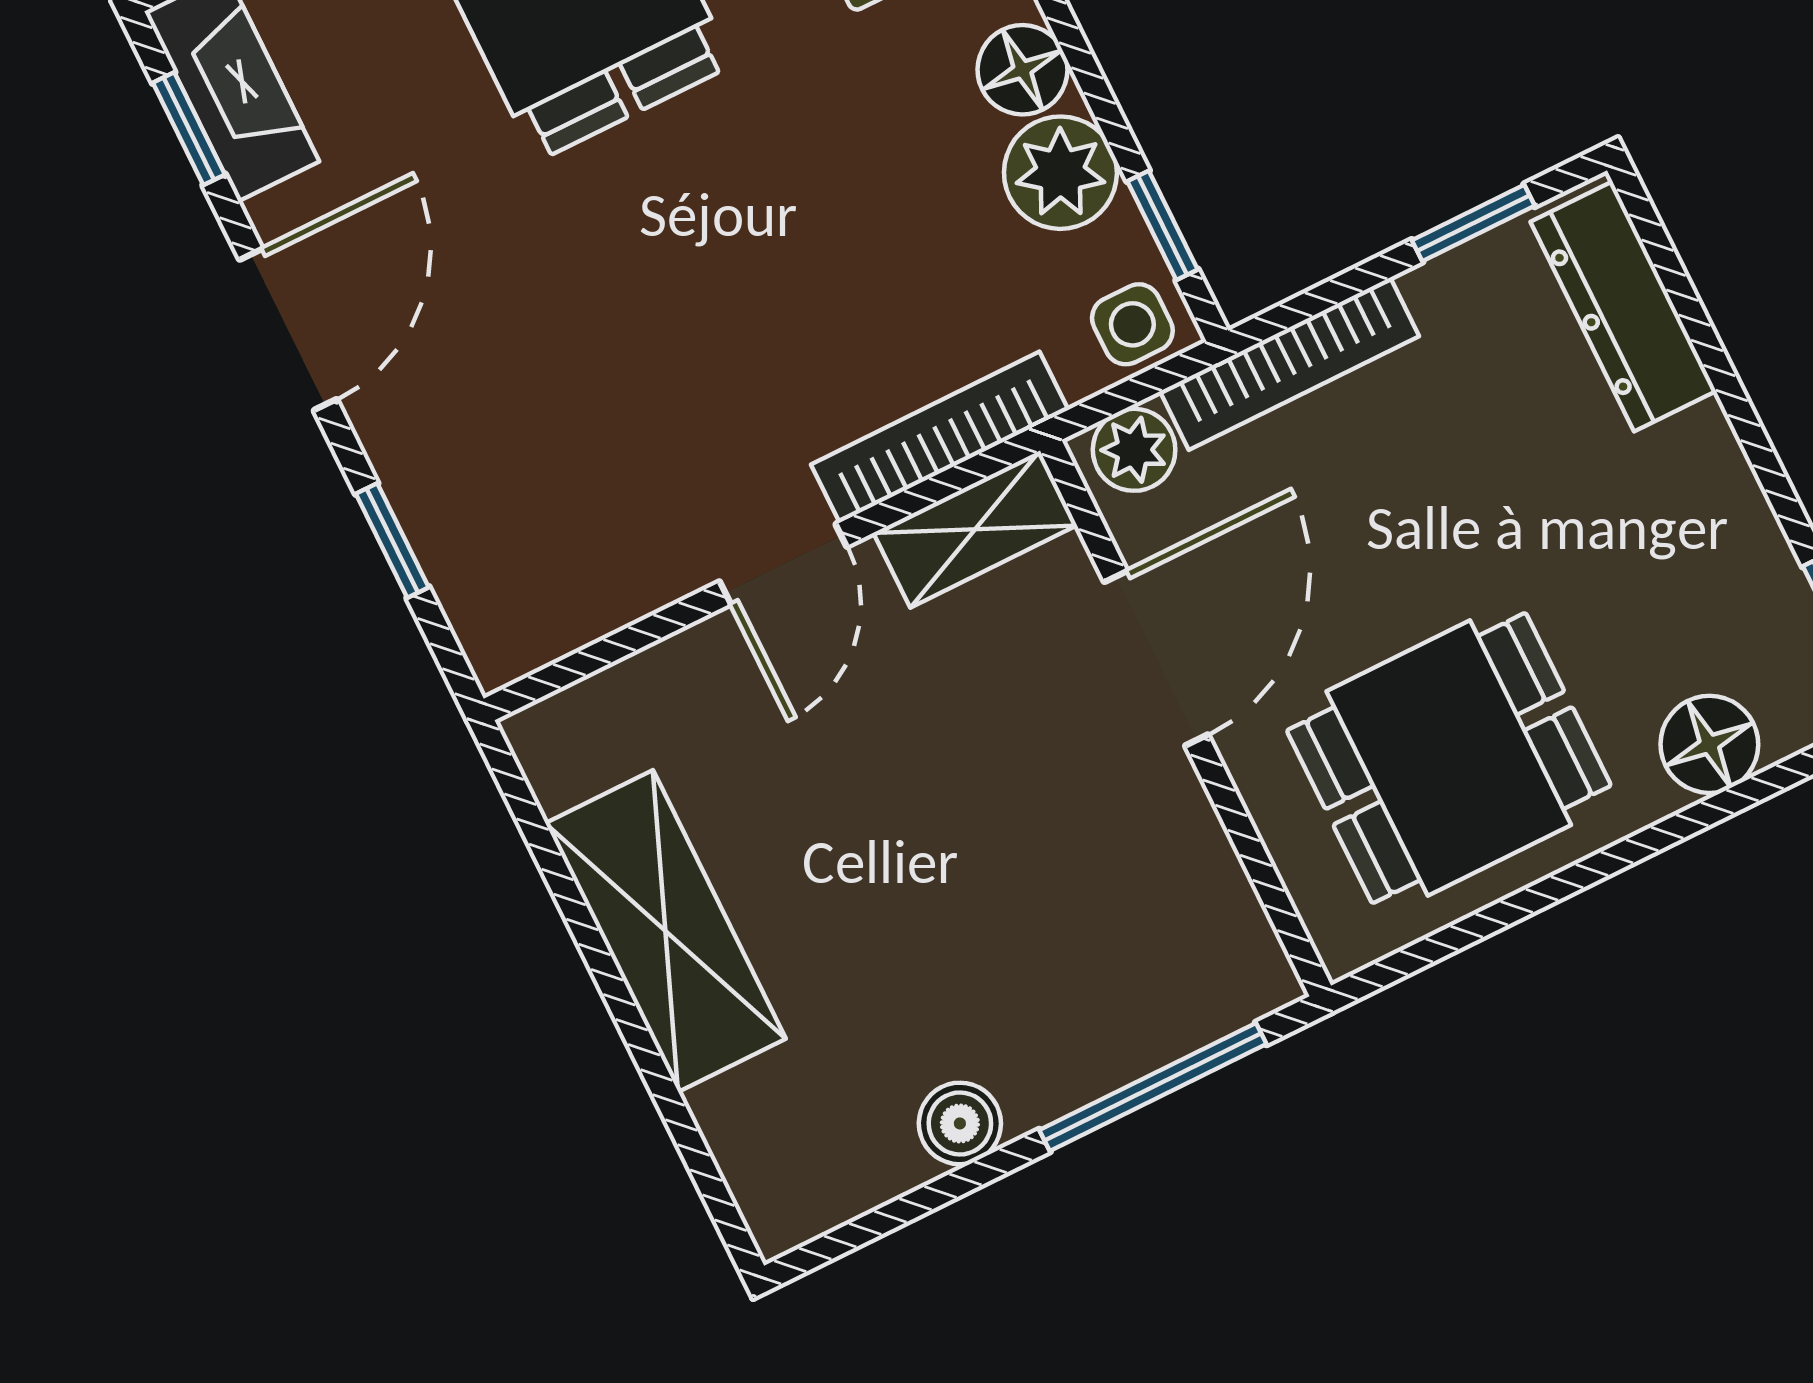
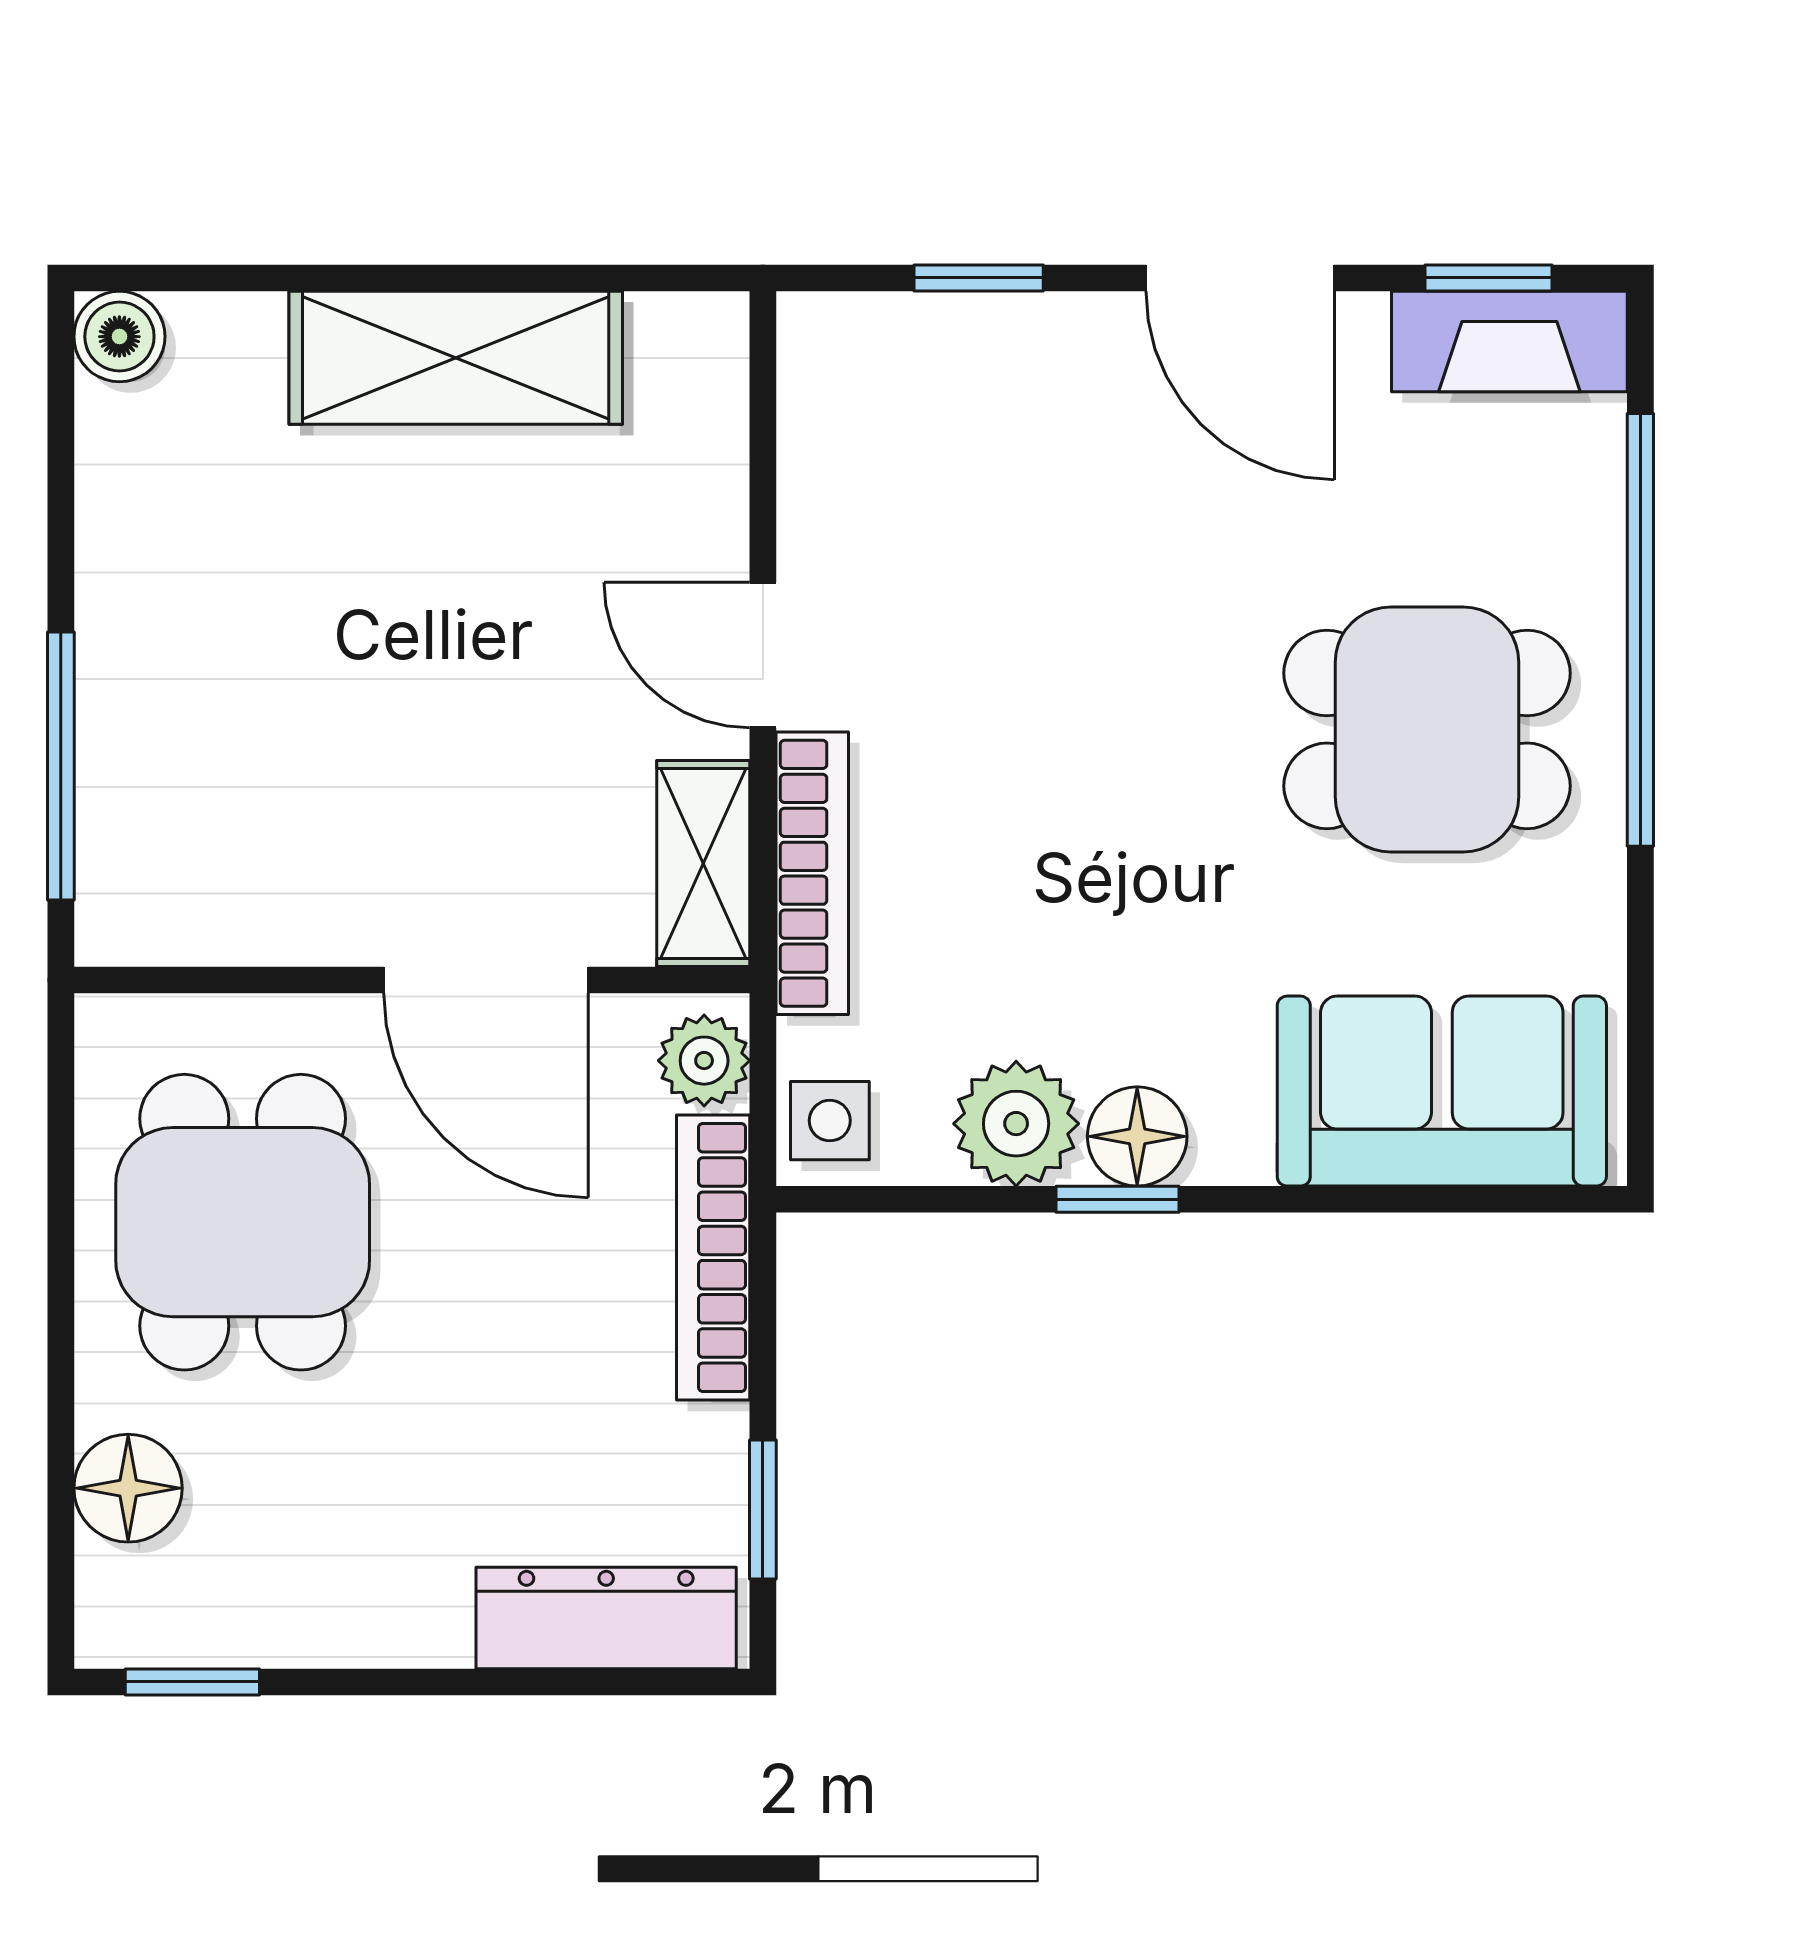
window: (1163, 225) -> (1117, 1199), moved
boiler: (960, 1123) -> (119, 337), moved

